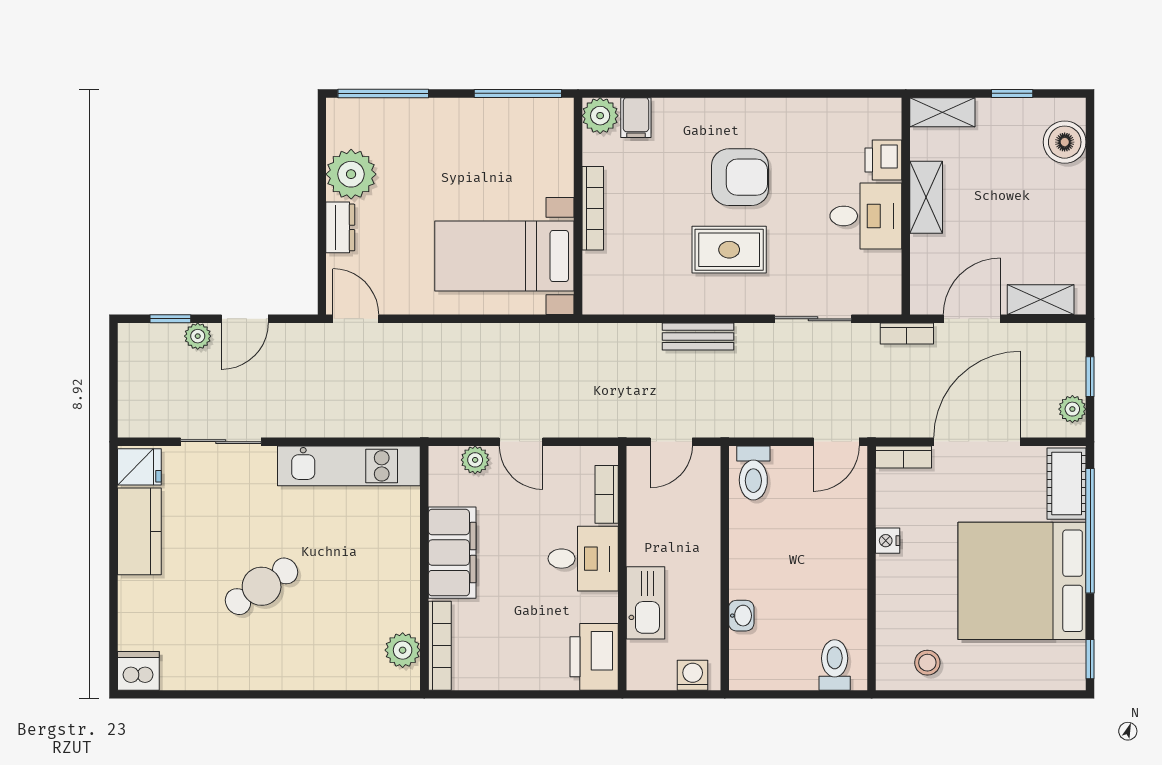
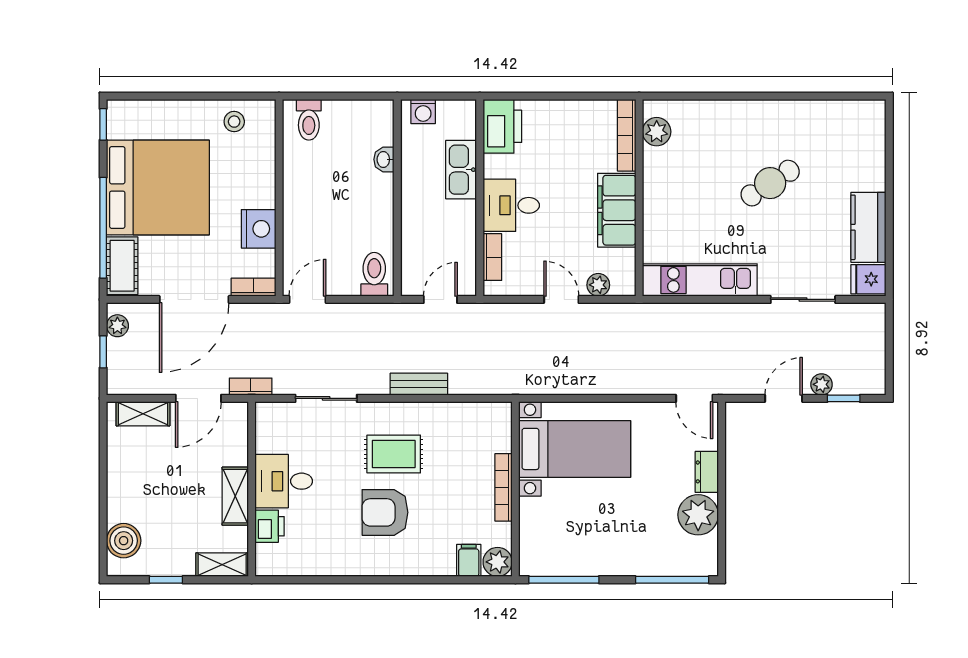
nightstand: (888, 541) -> (259, 229), width x1.89, depth x1.79
dishwasher: (138, 671) -> (869, 115), removed

